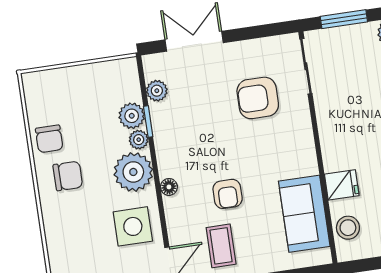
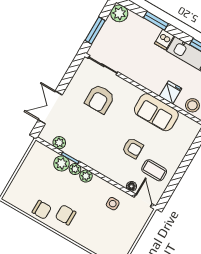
plant: (133, 172) -> (86, 176), width x0.53, depth x0.53
chair: (68, 176) -> (66, 215), turned -90
floor lamp: (169, 187) -> (131, 186), moved
sofa: (304, 214) -> (156, 112), moved
side table: (133, 226) -> (113, 204), width x0.54, depth x0.54

